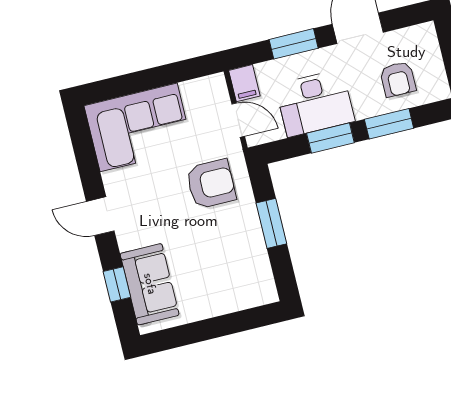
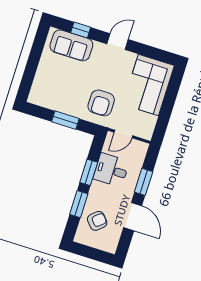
armchair: (398, 79) -> (97, 221), turned 139
filing cabinet: (244, 83) -> (139, 147), removed
desk: (315, 103) -> (111, 170), width x0.73

